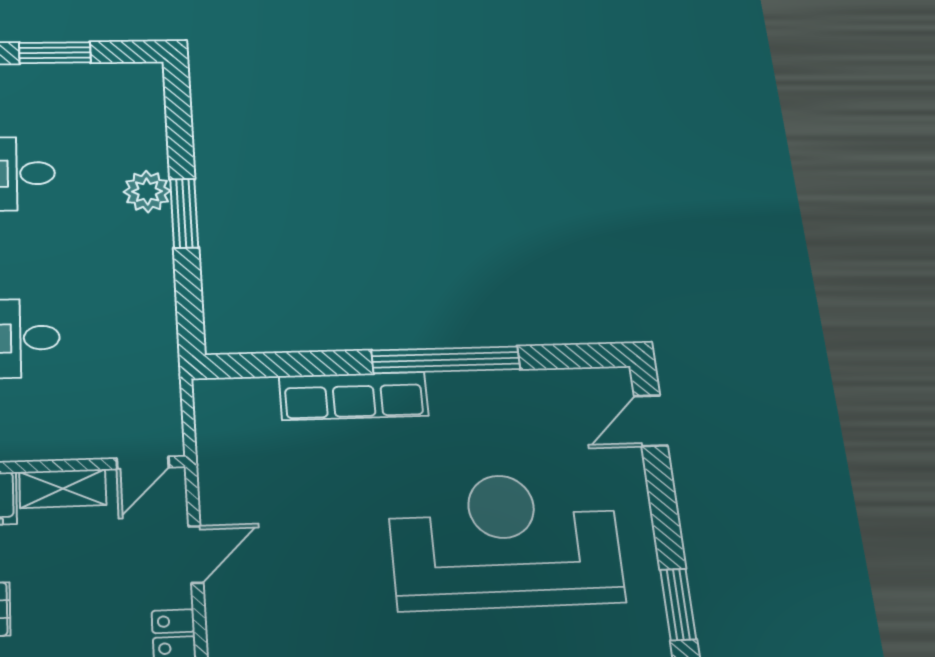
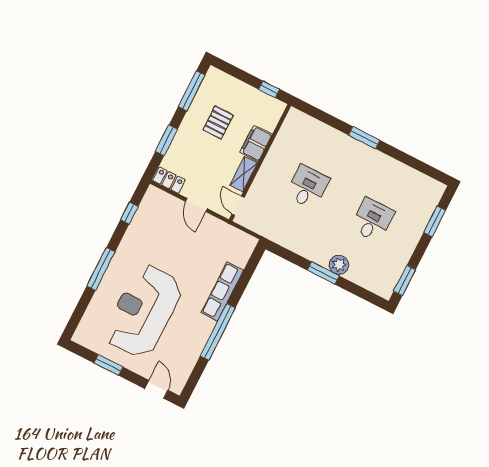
window: (55, 53) -> (405, 280), moved
reception desk: (505, 541) -> (143, 311), turned 180
window: (678, 604) -> (108, 365), moved

